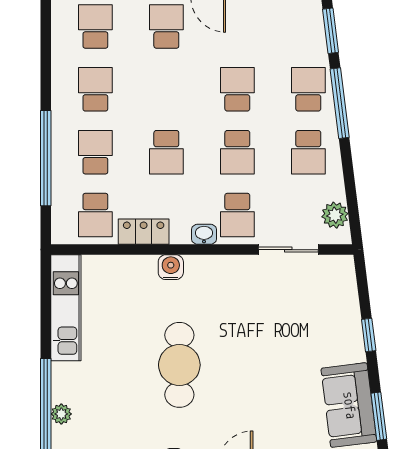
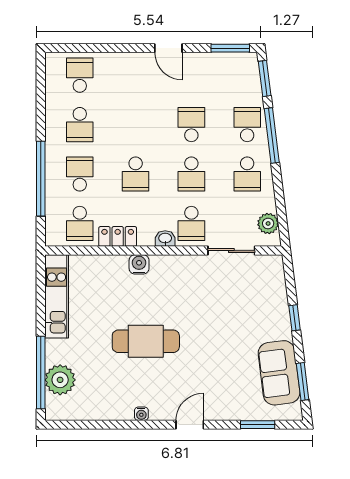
school desk: (166, 26) -> (136, 75), removed
school desk: (95, 89) -> (80, 125), turned 180
cafe table: (179, 365) -> (146, 341), turned 90
plant: (61, 414) -> (60, 380), width x1.87, depth x1.87

